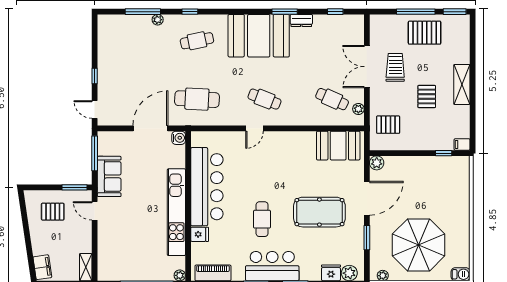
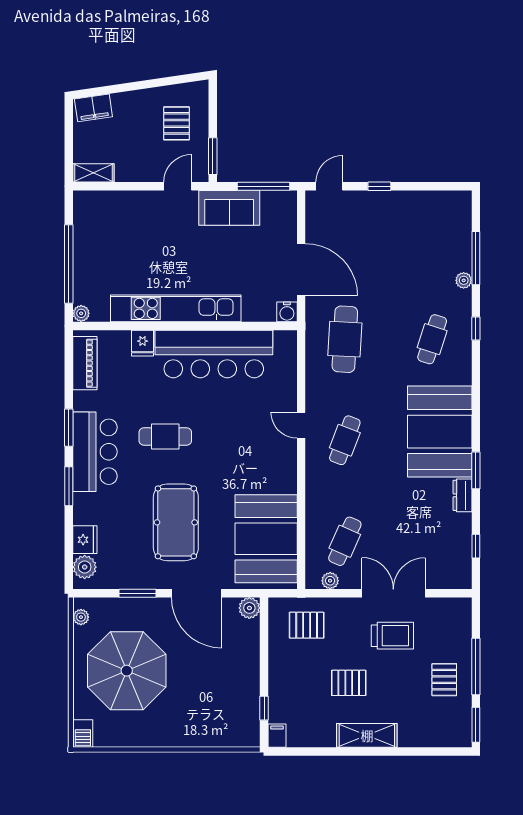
pallet: (425, 33) -> (444, 680), width x0.67, depth x0.71
cafe table: (197, 41) -> (432, 339), turned 30
pallet: (388, 125) -> (307, 625), turned 90
booth: (338, 146) -> (266, 539), width x1.36, depth x1.42

